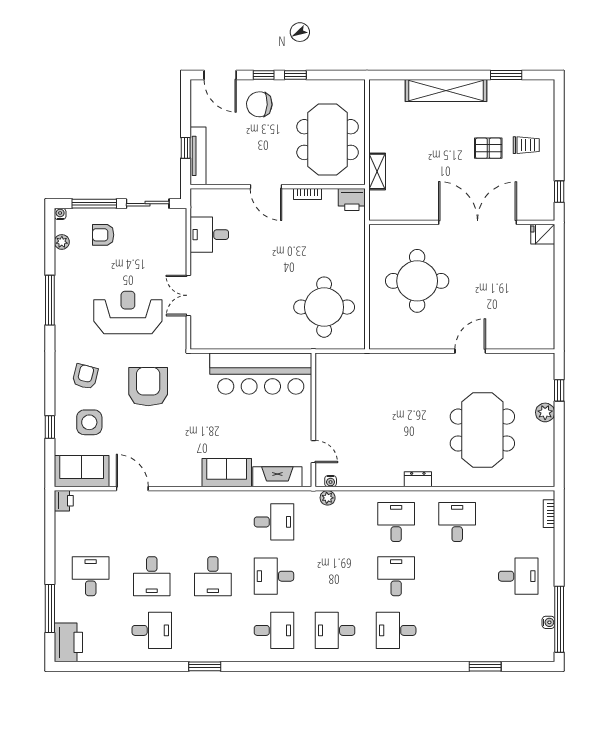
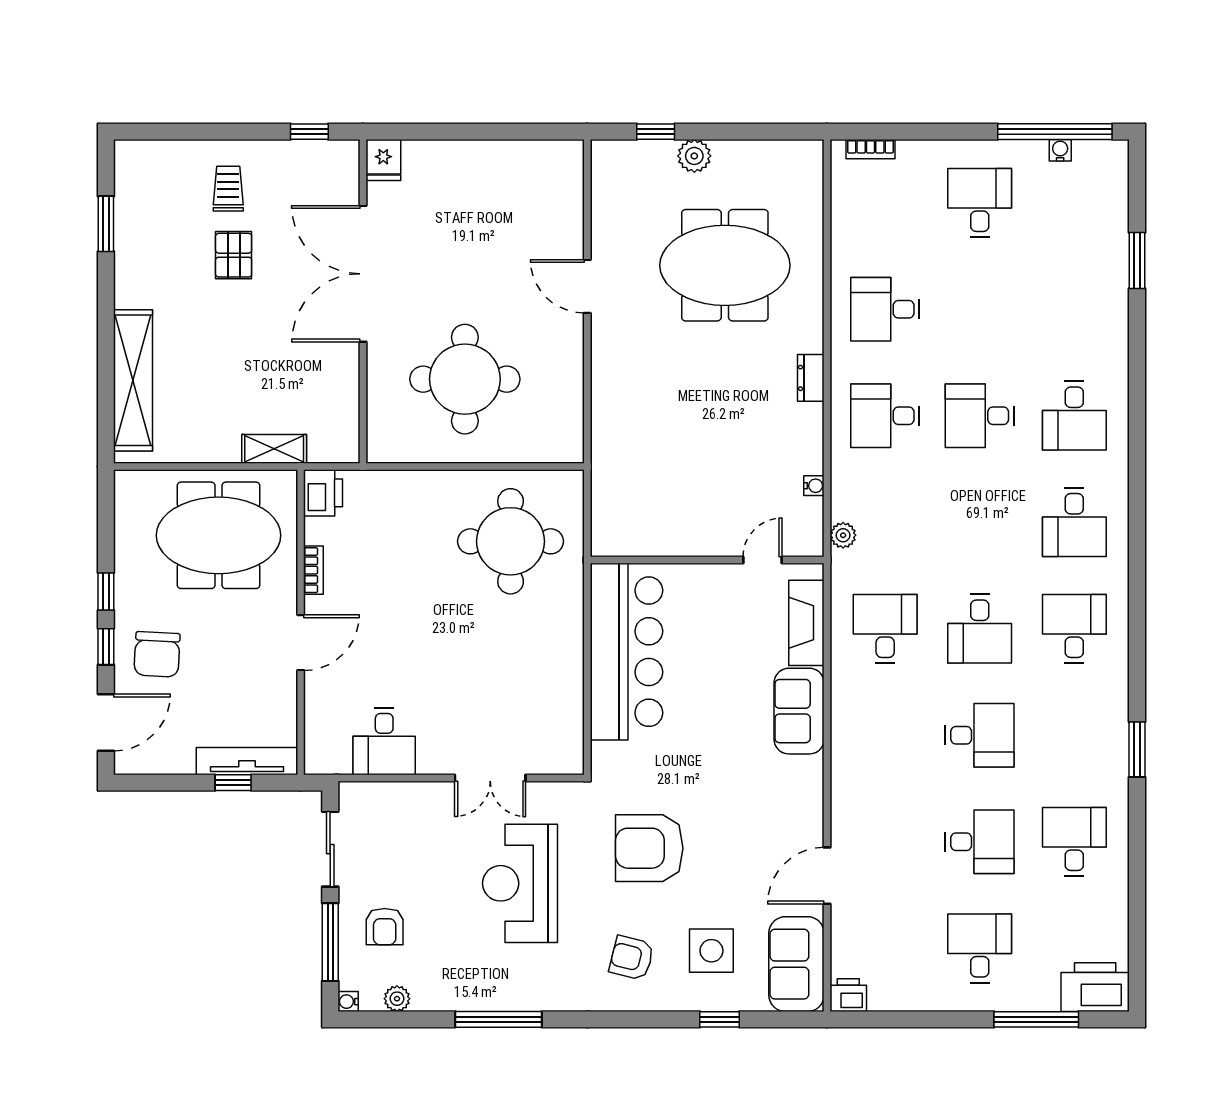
shelving: (446, 91) -> (133, 380), moved
water cooler: (331, 481) -> (814, 486), moved
desk: (91, 576) -> (980, 948), turned 90

